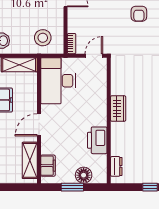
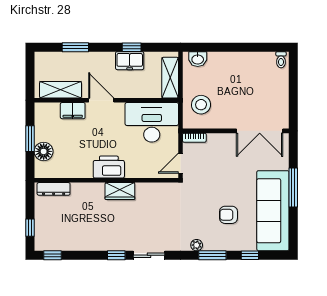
door: (94, 56) -> (180, 163), swing flipped
printer: (97, 140) -> (109, 167), moved
filing cabinet: (48, 166) -> (73, 111), moved
dresser: (116, 166) -> (54, 189), width x1.44

